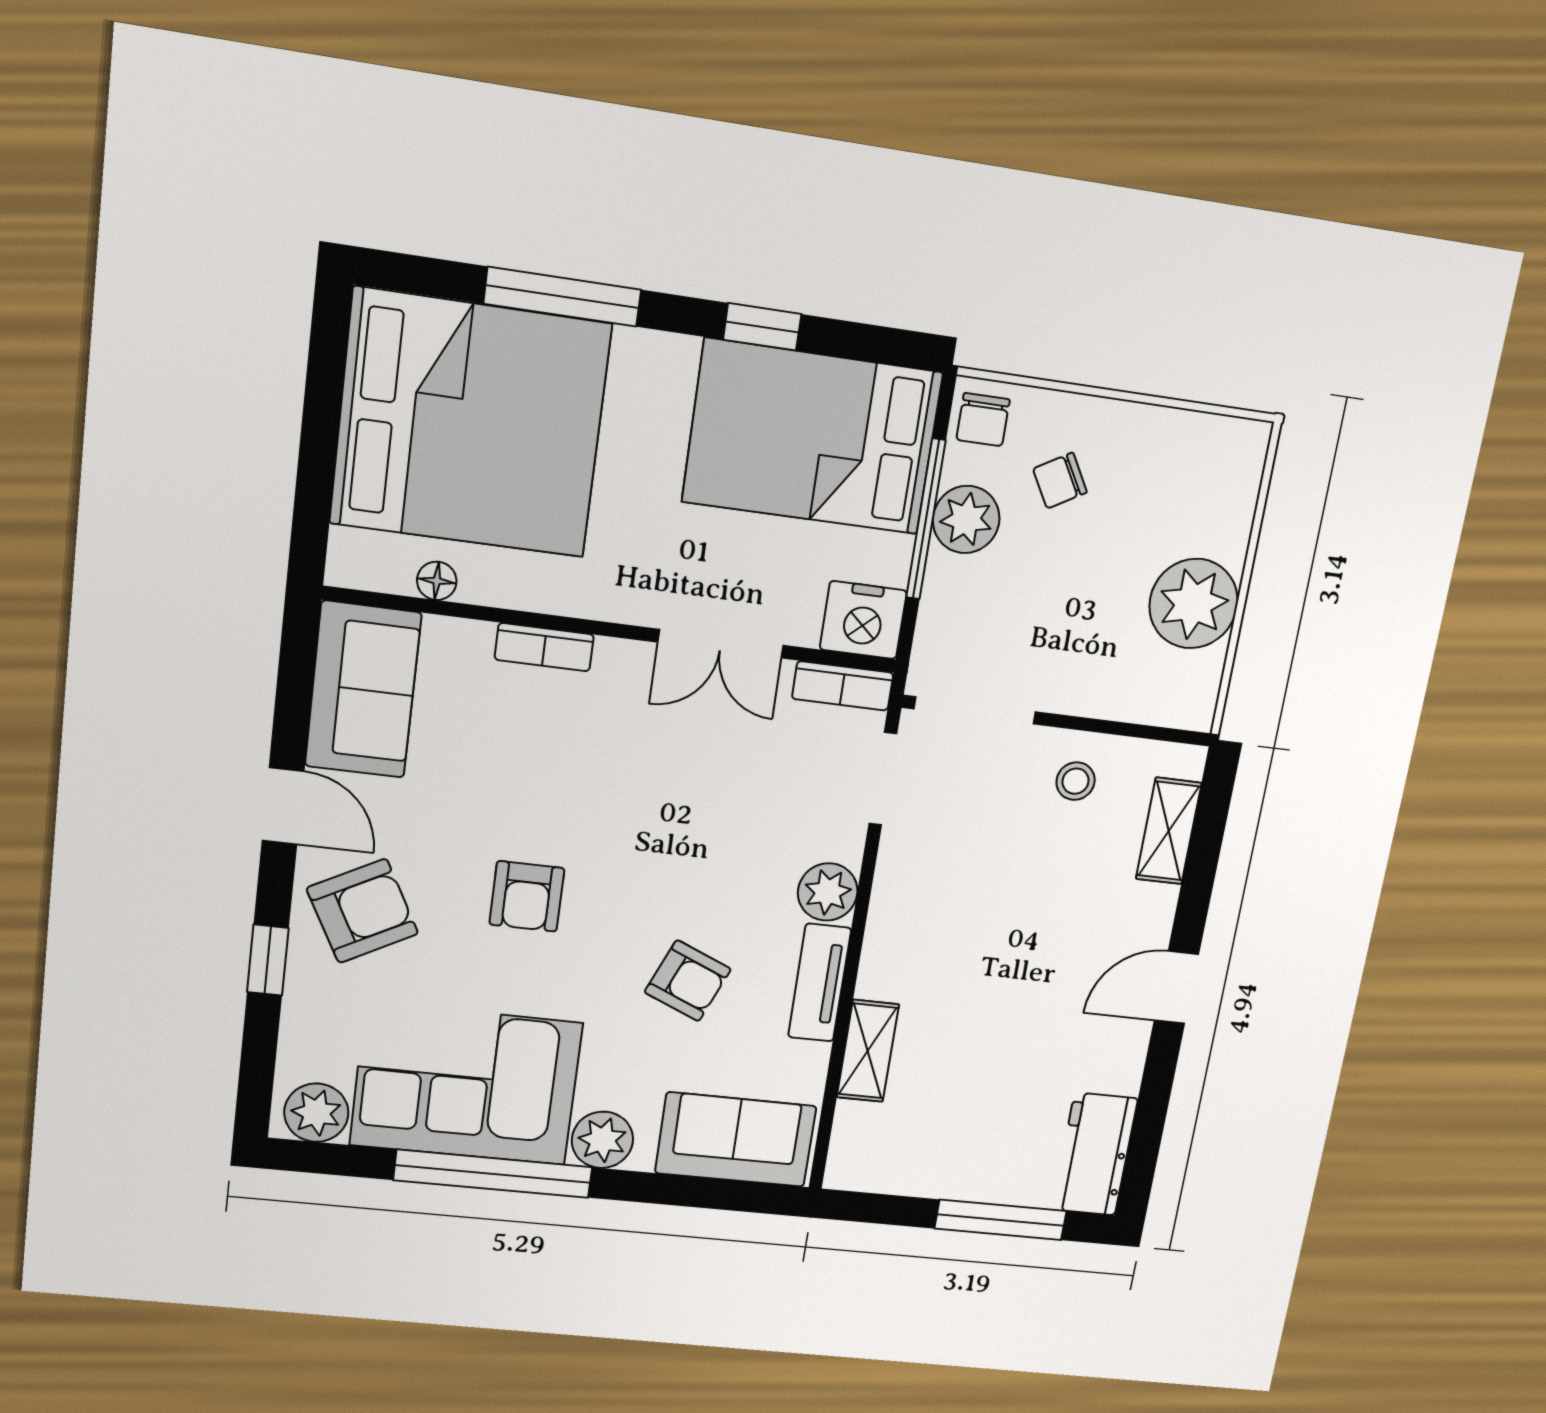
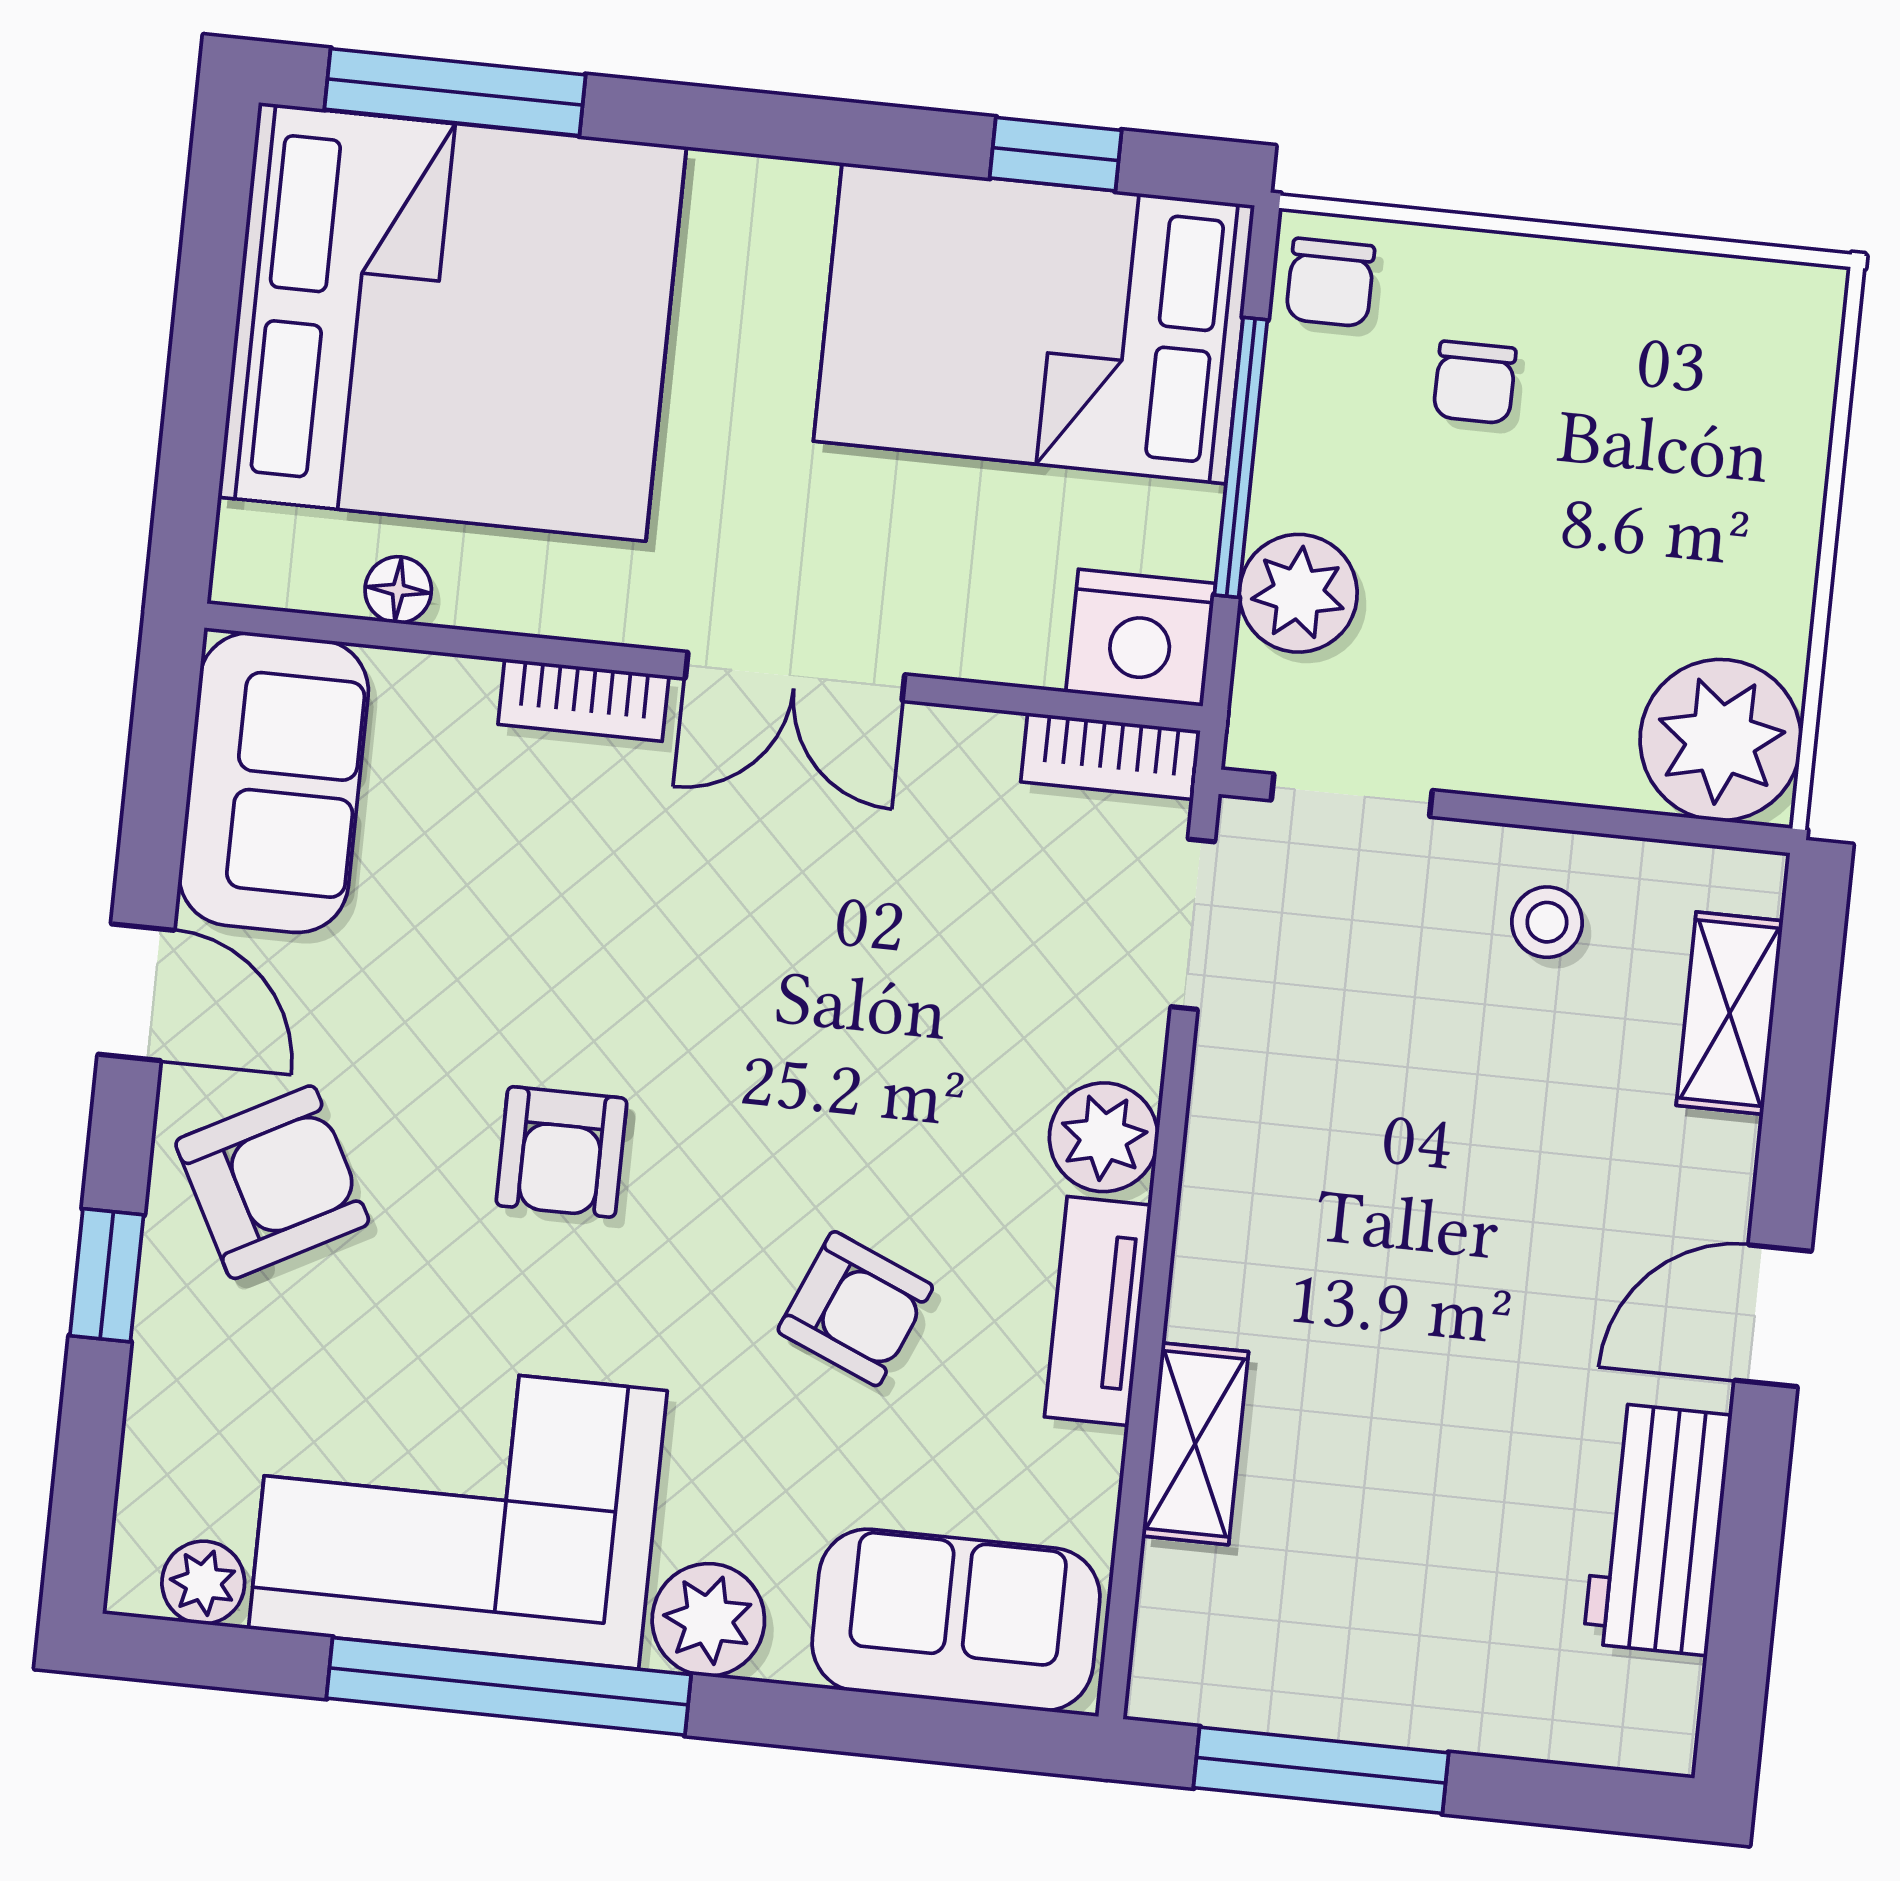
window: (562, 297) -> (455, 92), moved
window: (762, 327) -> (1056, 154), moved
chair: (1060, 481) -> (1475, 382), turned -60
plant: (966, 519) -> (1298, 593), moved
plant: (1194, 604) -> (1721, 740), moved
double door: (721, 644) -> (795, 676), moved
doorway: (975, 710) -> (1352, 795), width x0.73
plant: (316, 1113) -> (203, 1583), width x0.73, depth x0.73
workbench: (1095, 1154) -> (1657, 1529), moved
window: (1001, 1220) -> (1321, 1770), moved

